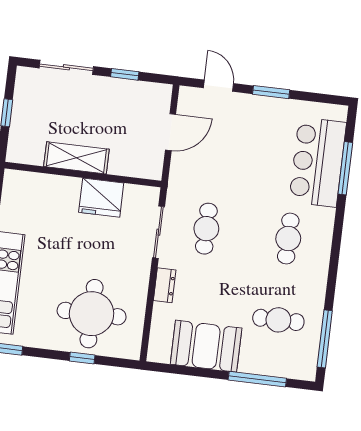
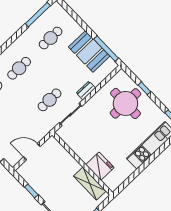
shelving: (76, 158) -> (90, 184), moved
fridge: (101, 198) -> (100, 166), moved
cafe table: (278, 320) -> (51, 38), turned 90
window: (257, 379) -> (106, 49), moved

